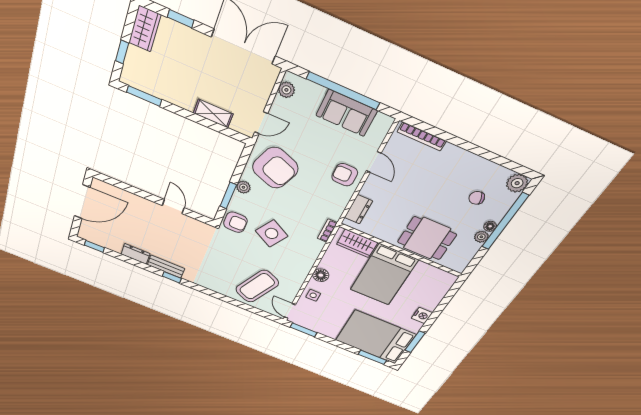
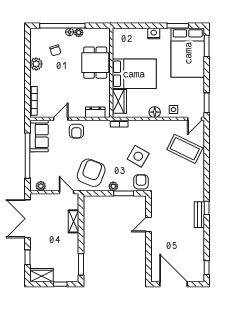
sofa: (347, 113) -> (39, 136), moved
plant: (517, 183) -> (36, 64), moved
dresser: (135, 254) -> (199, 238), removed

